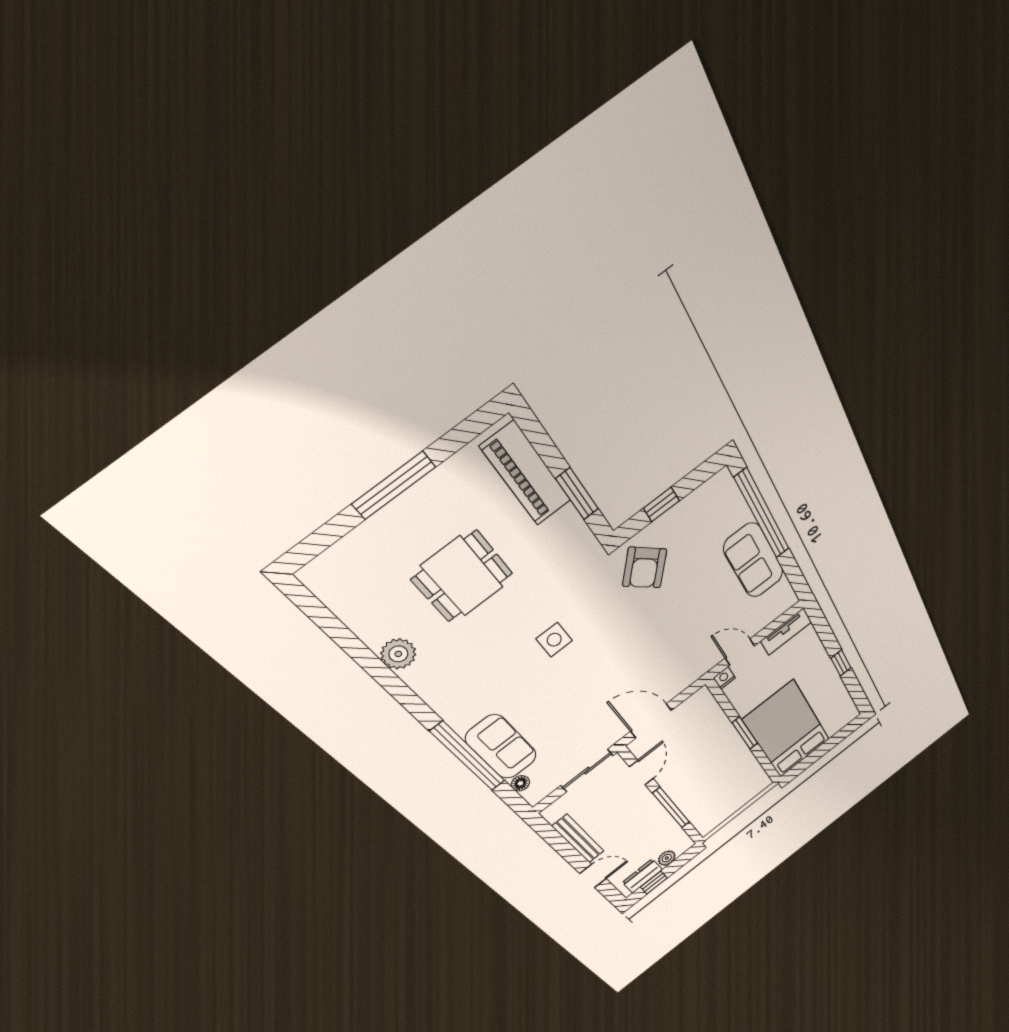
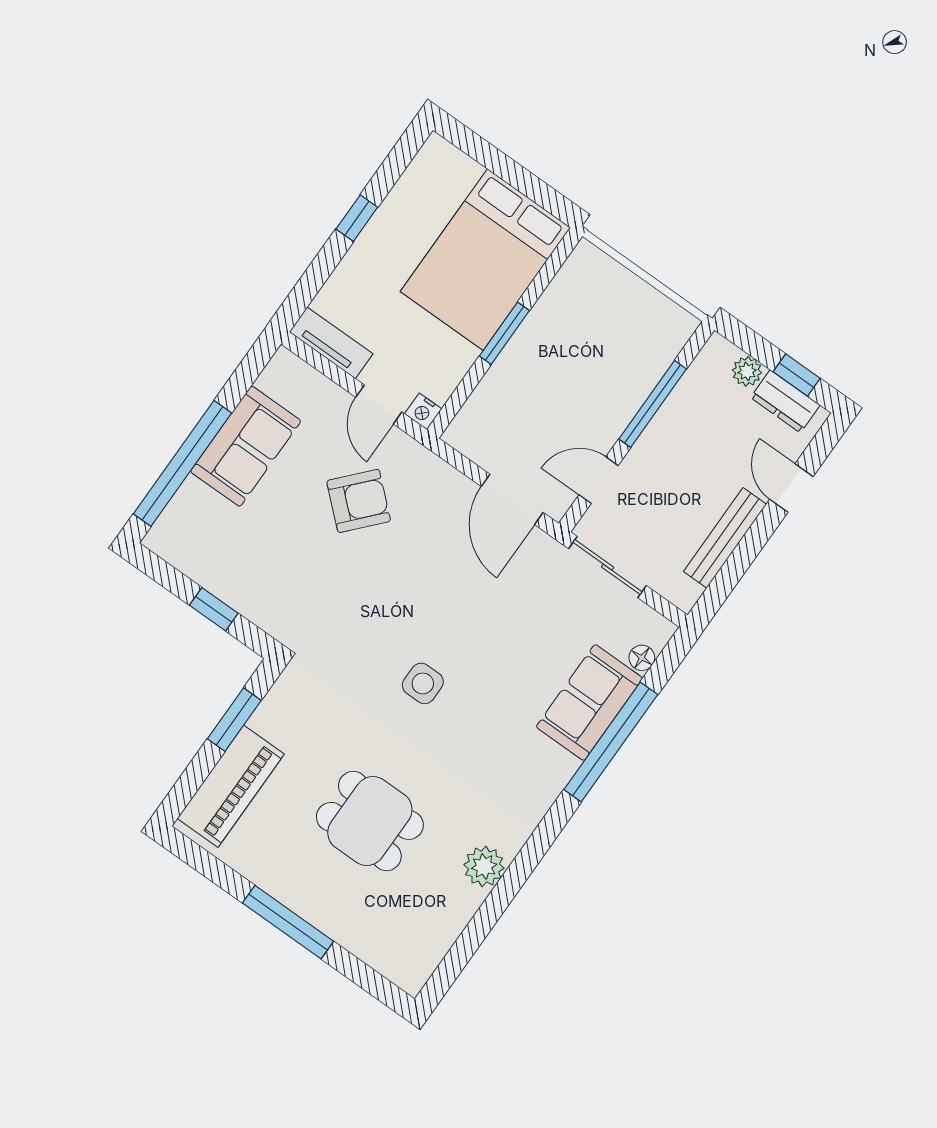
armchair: (645, 568) -> (359, 501), moved

